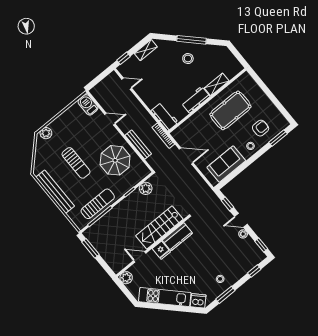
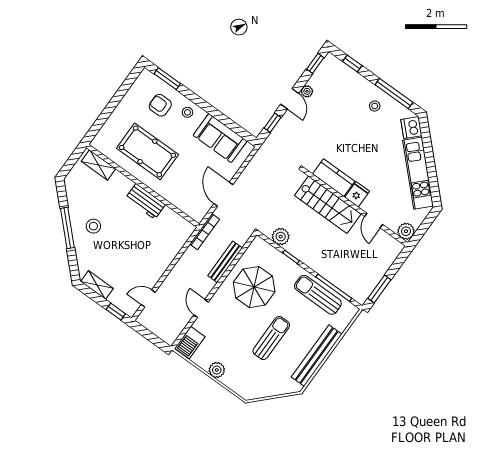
door: (127, 84) -> (148, 298), hinge flipped
shelving: (217, 84) -> (98, 165), moved
workbench: (165, 117) -> (179, 237), removed
plant: (46, 133) -> (217, 370), moved
window: (225, 295) -> (394, 93), width x1.44

